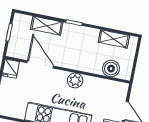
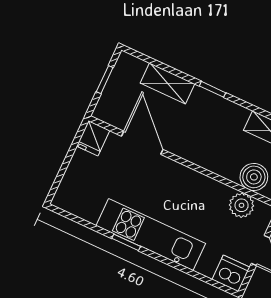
plant: (75, 81) -> (242, 205), moved

